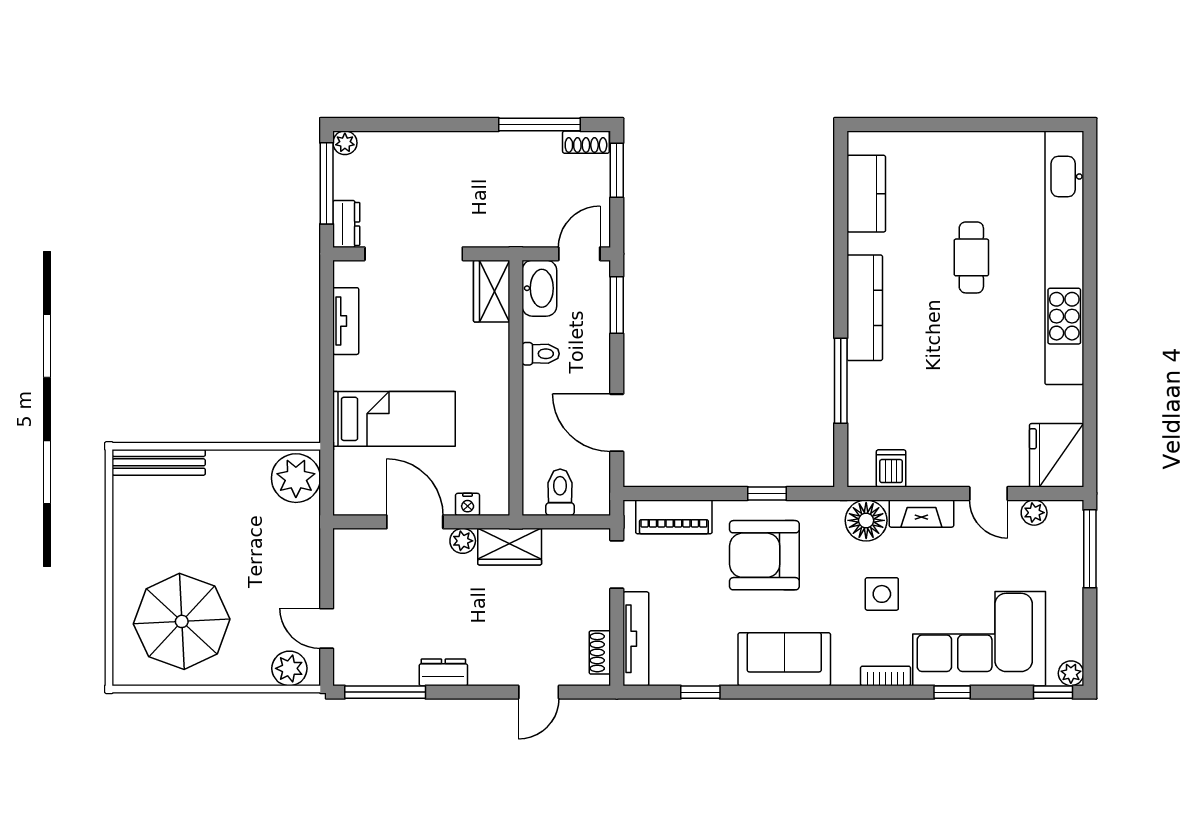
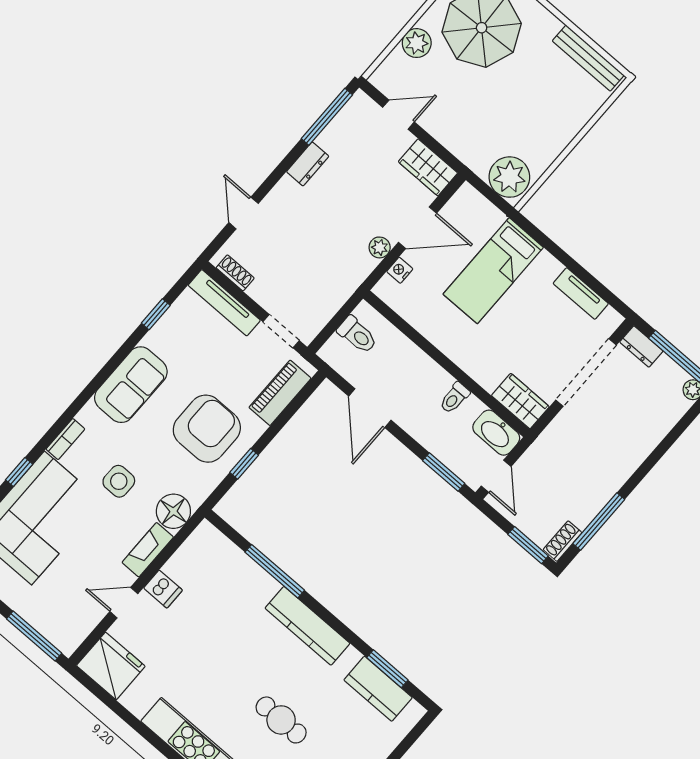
window: (841, 201) -> (387, 669), added
door: (617, 423) -> (370, 408), swing flipped
bench: (159, 462) -> (588, 58), moved, turned 90
dishwasher: (891, 468) -> (163, 589), moved
plant: (1034, 513) -> (87, 621), removed
wardrobe: (510, 547) -> (428, 167), moved, turned -90
plant: (289, 668) -> (417, 43), moved

